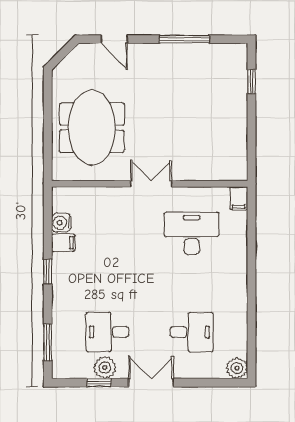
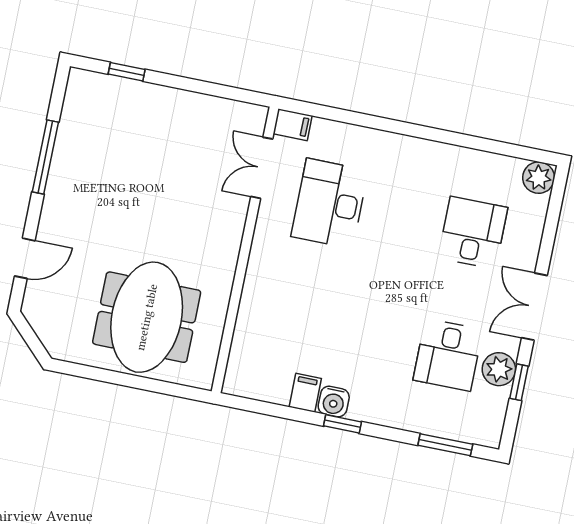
meeting table: (92, 128) -> (147, 317), turned 90
double door: (151, 184) -> (262, 168), moved
water cooler: (61, 223) -> (334, 402), moved

